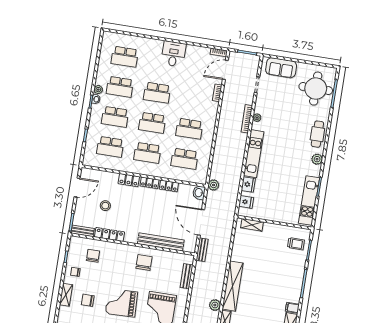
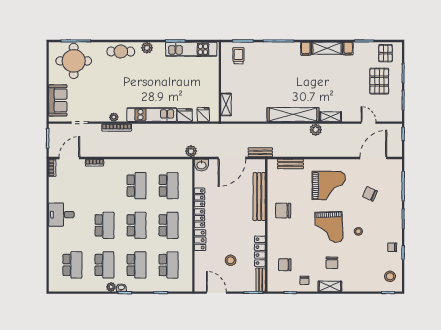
door: (225, 70) -> (69, 158), swing flipped

